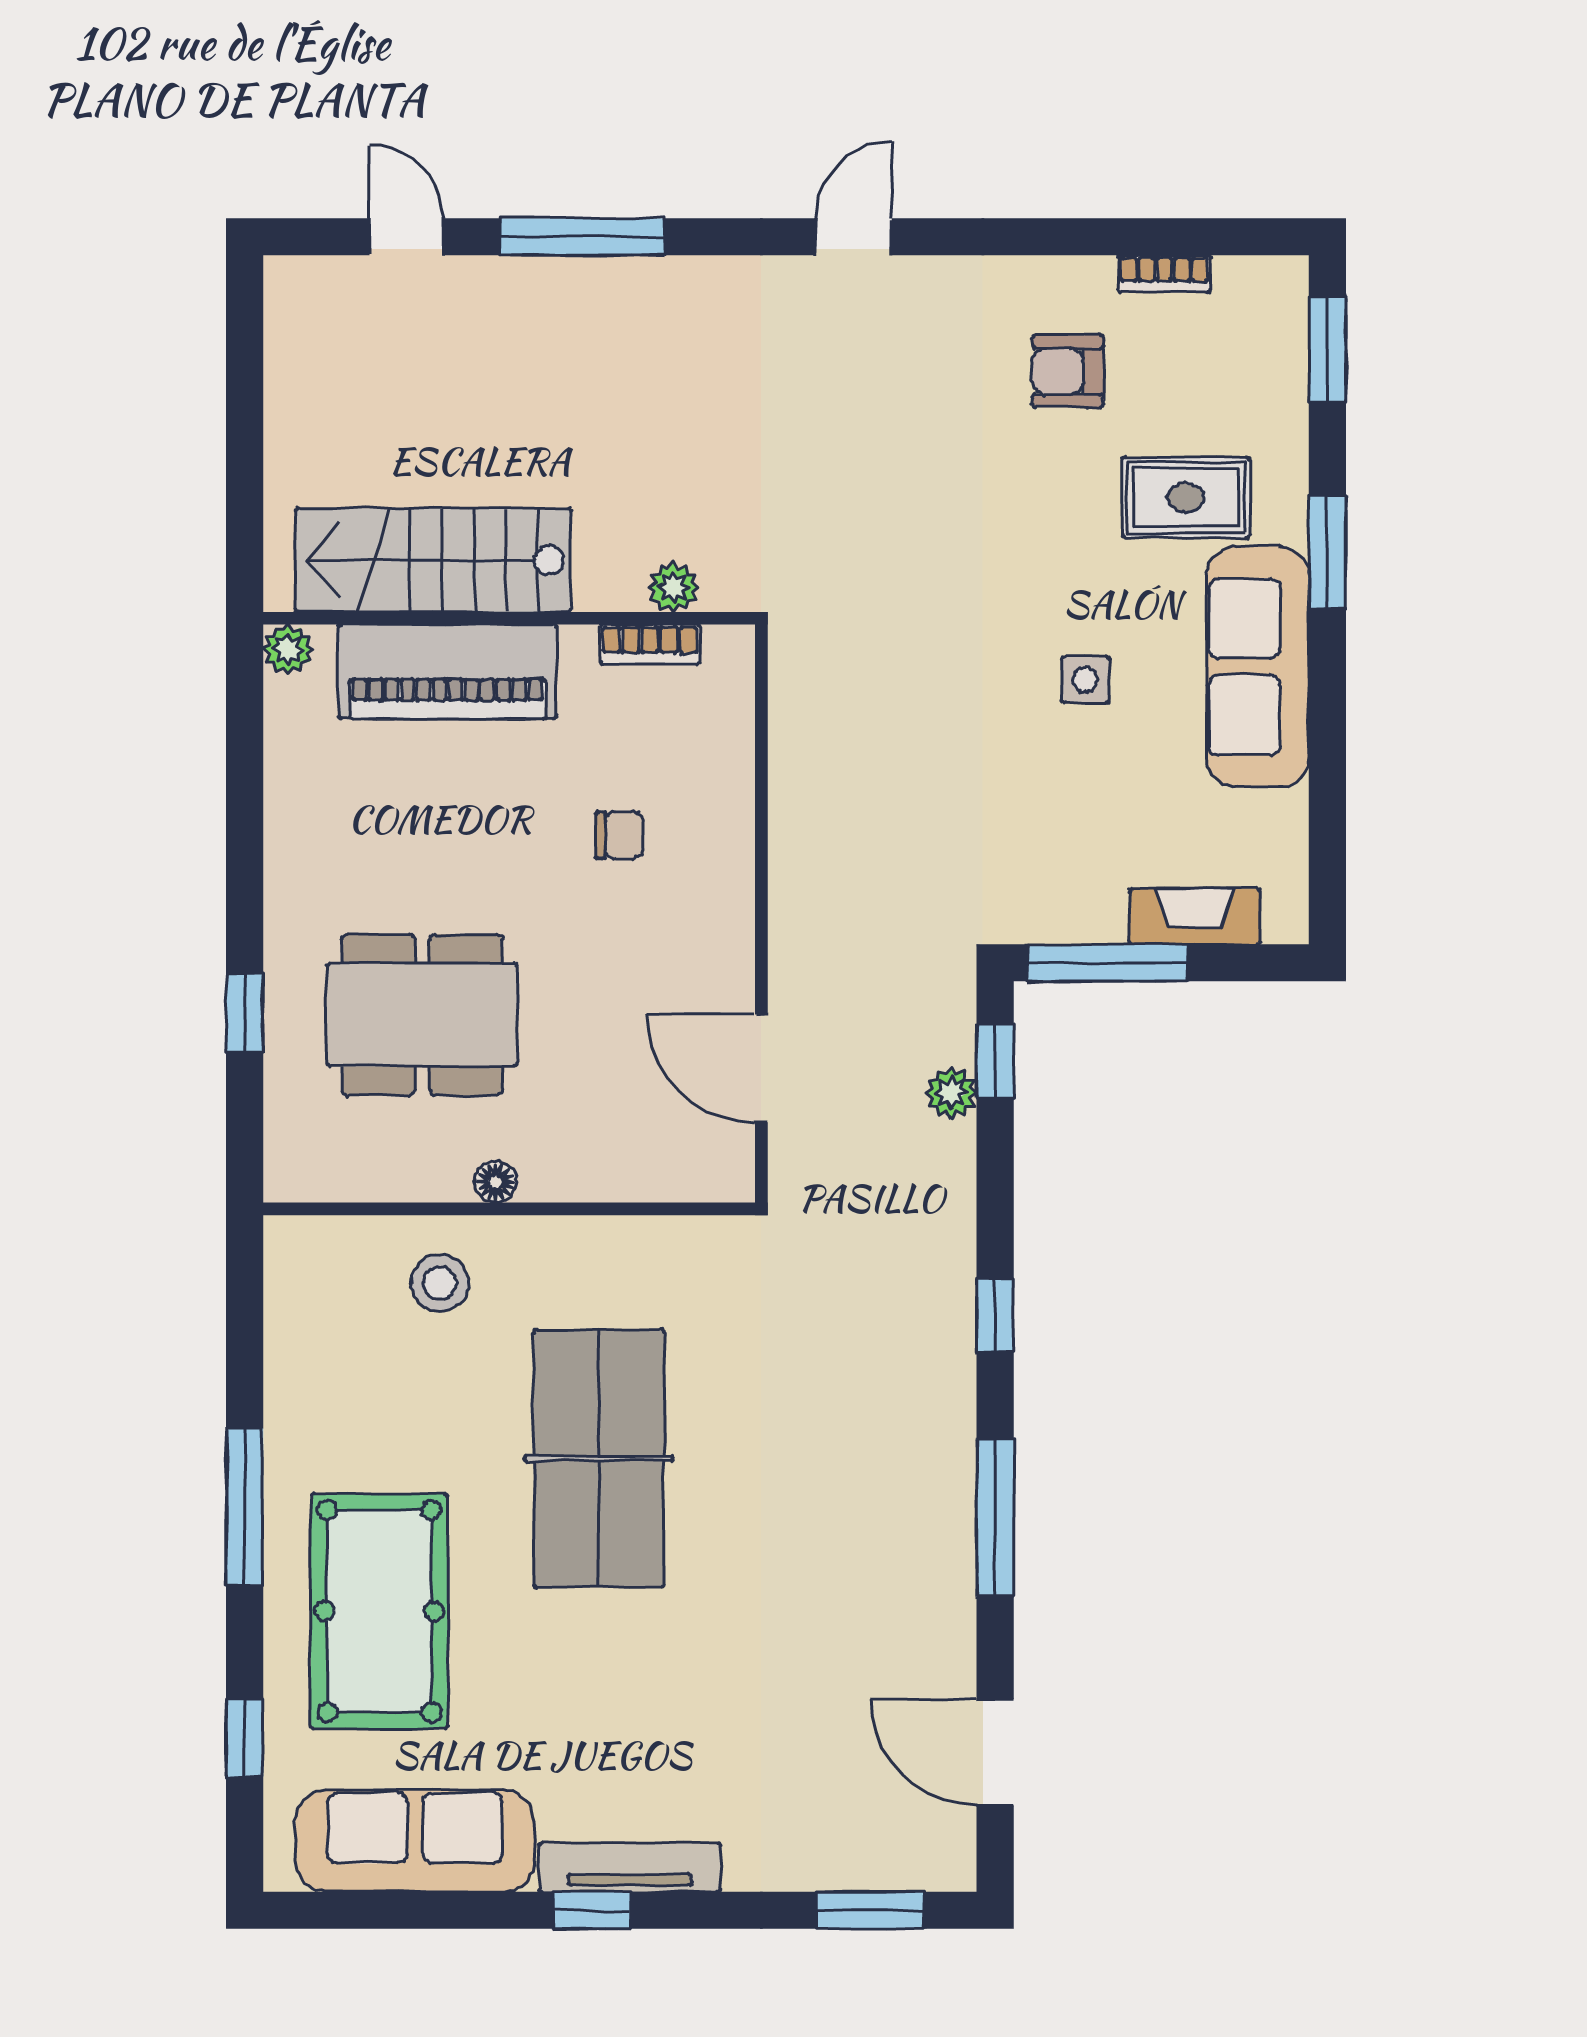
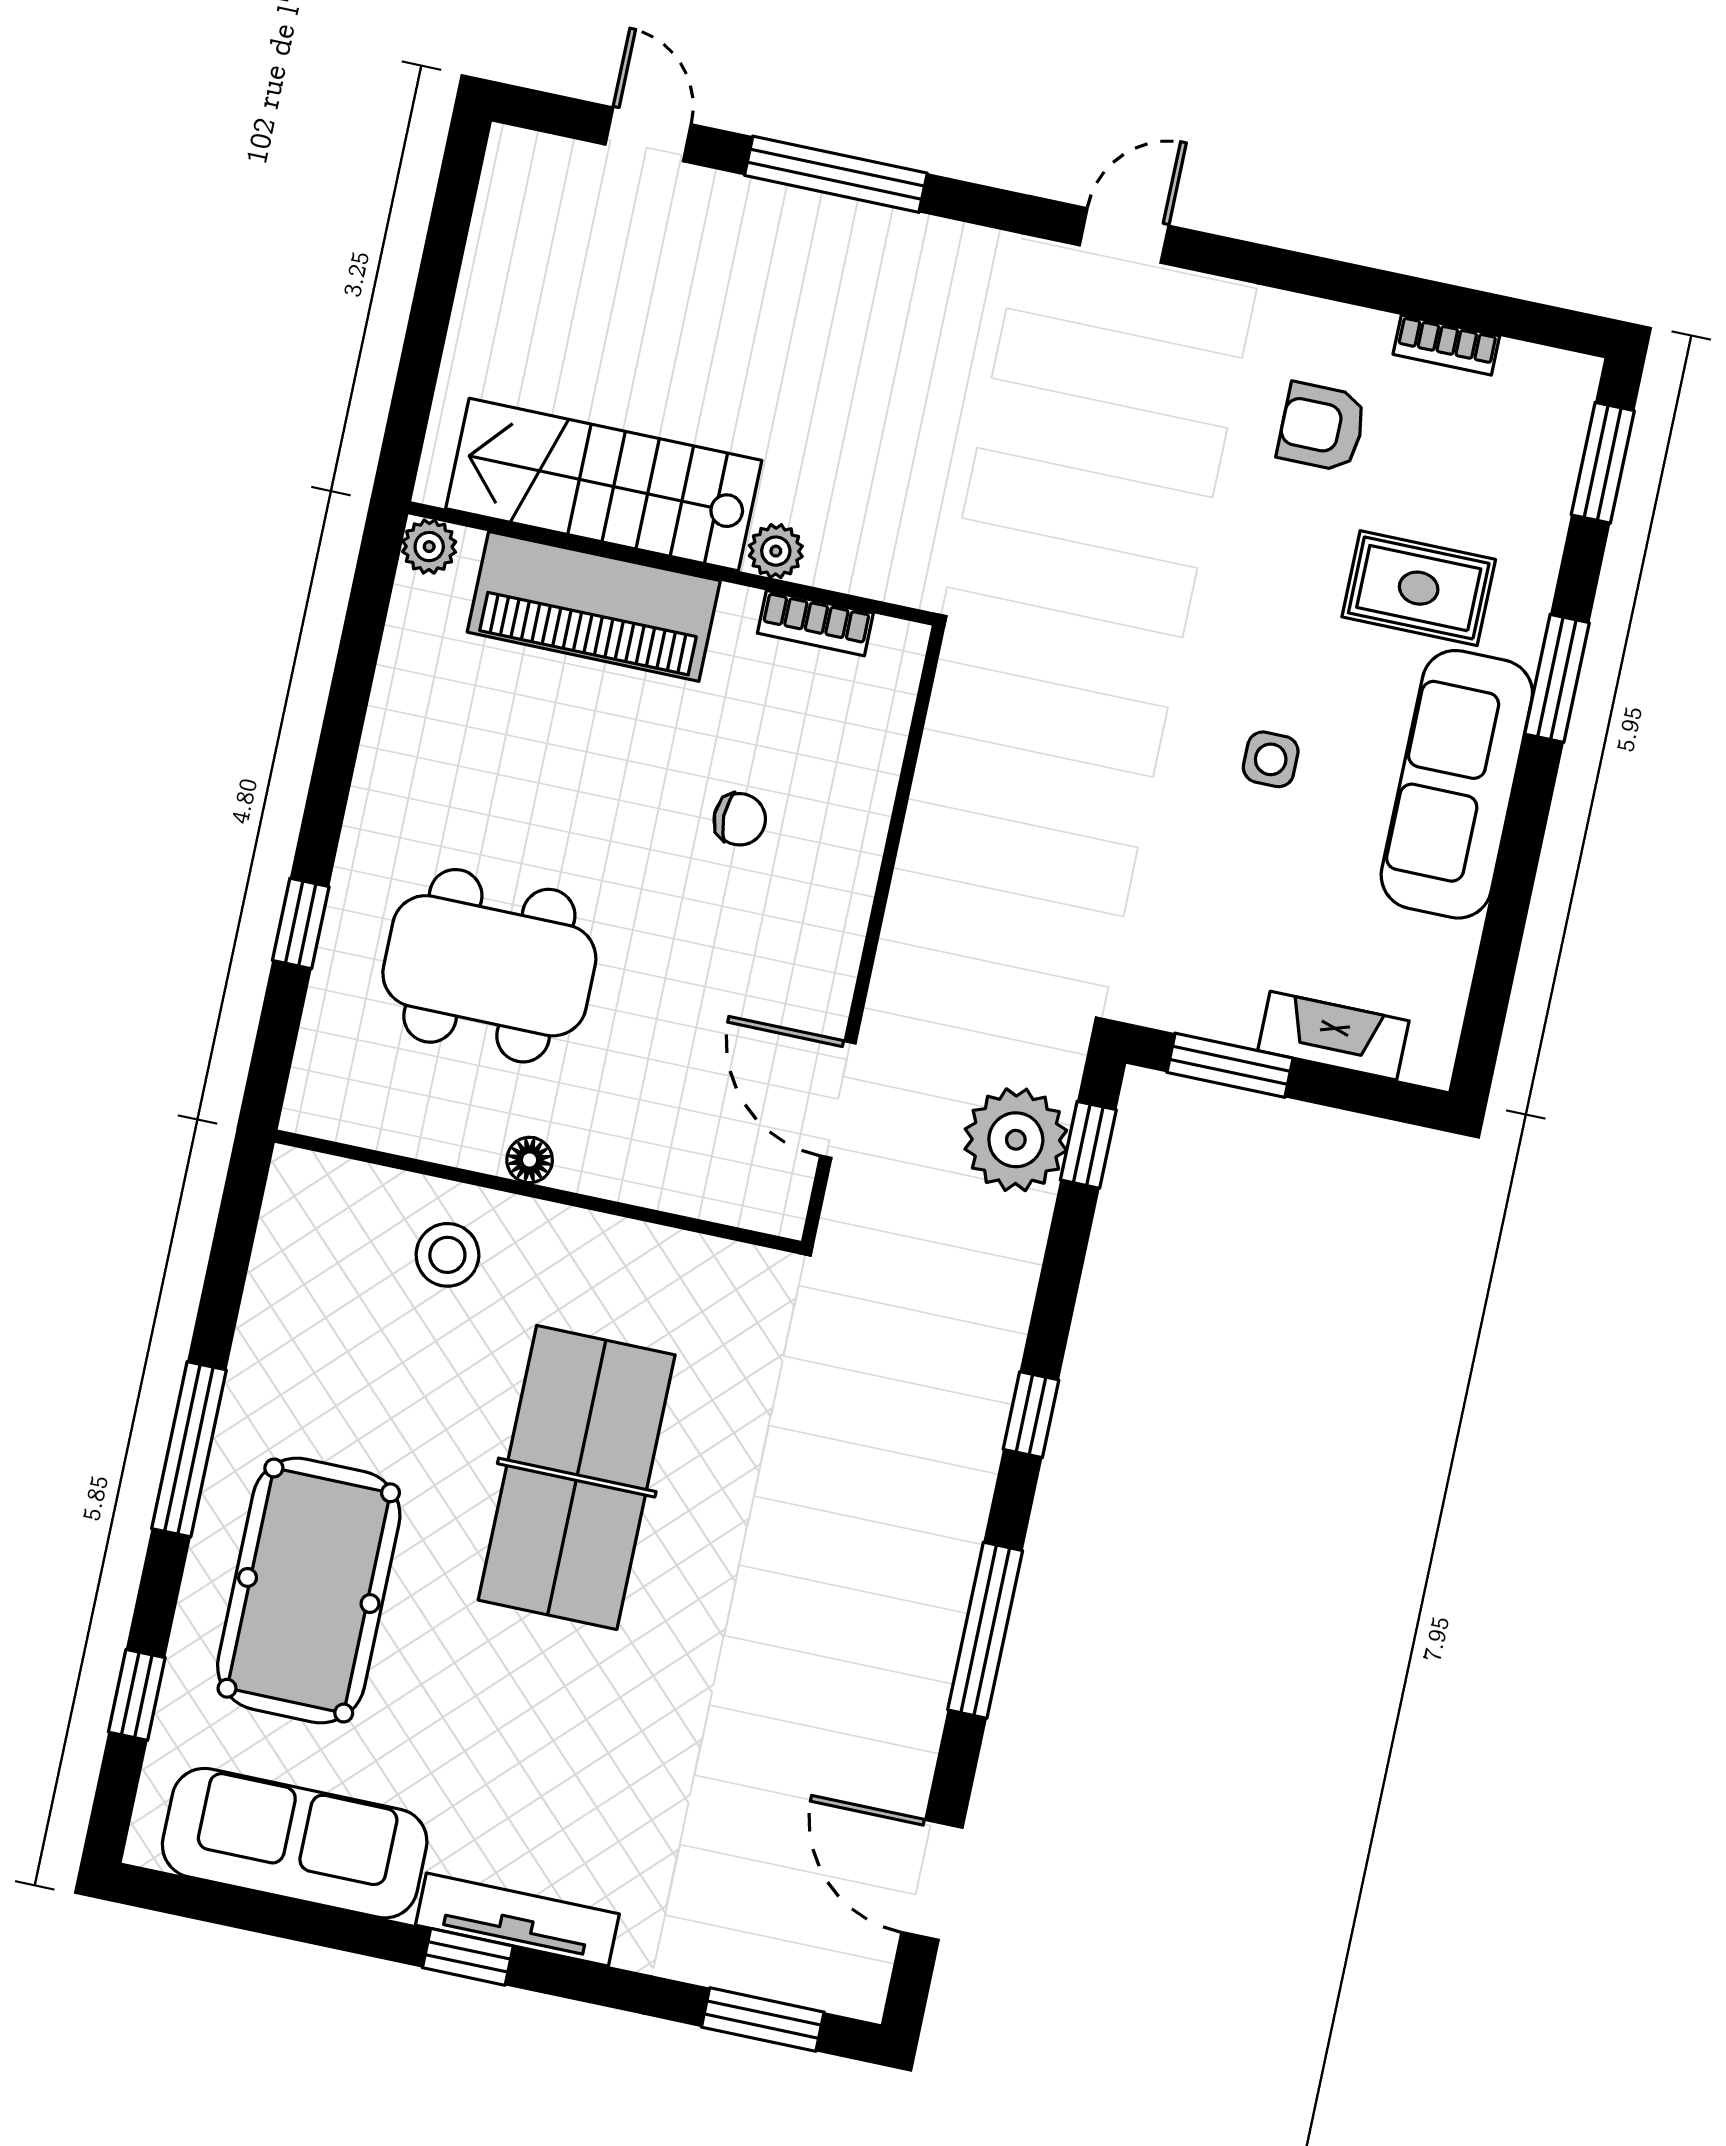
plant: (674, 587) -> (776, 551), moved
window: (1107, 963) -> (1230, 1065), width x0.69
plant: (951, 1093) -> (1016, 1140), width x1.87, depth x1.87

